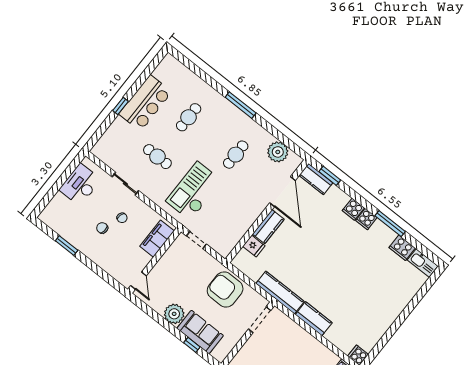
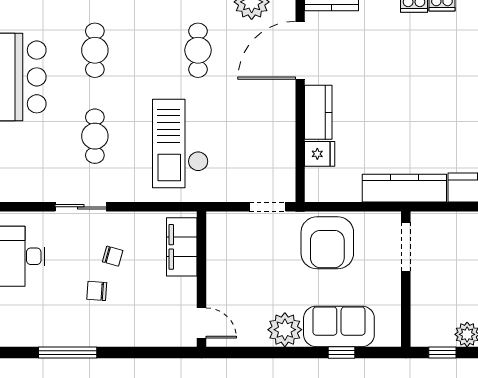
cafe table: (157, 157) -> (95, 136), turned 90
door: (282, 192) -> (300, 50), swing flipped
doorway: (196, 240) -> (268, 207), moved
window: (67, 246) -> (68, 352), width x1.44
armchair: (225, 290) -> (327, 243), turned -90

